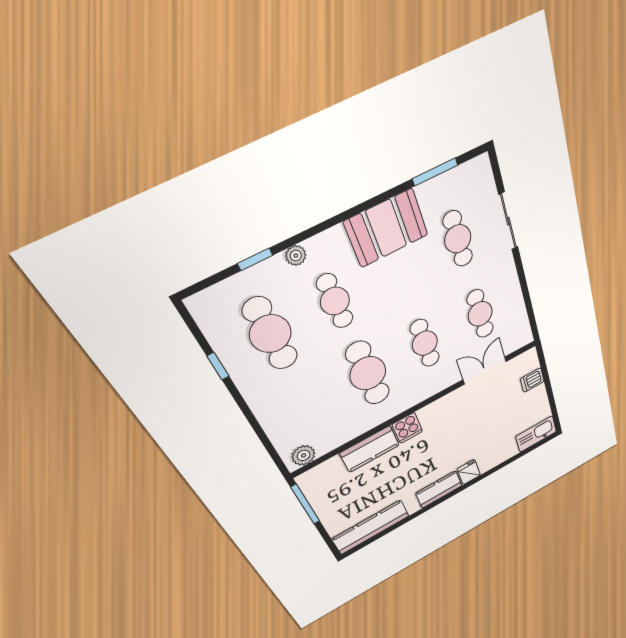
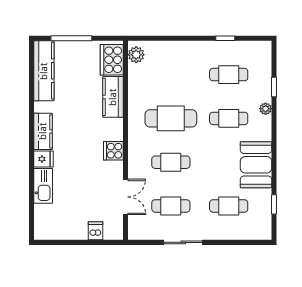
window: (435, 172) -> (274, 204), width x0.67
sliding door: (508, 221) -> (183, 242), moved
cafe table: (270, 334) -> (229, 75), width x0.73, depth x0.74
cooker: (407, 428) -> (113, 151), moved
kitchen sink: (536, 434) -> (43, 186), moved
cooker: (324, 476) -> (112, 60), added
window: (305, 504) -> (71, 38), moved

